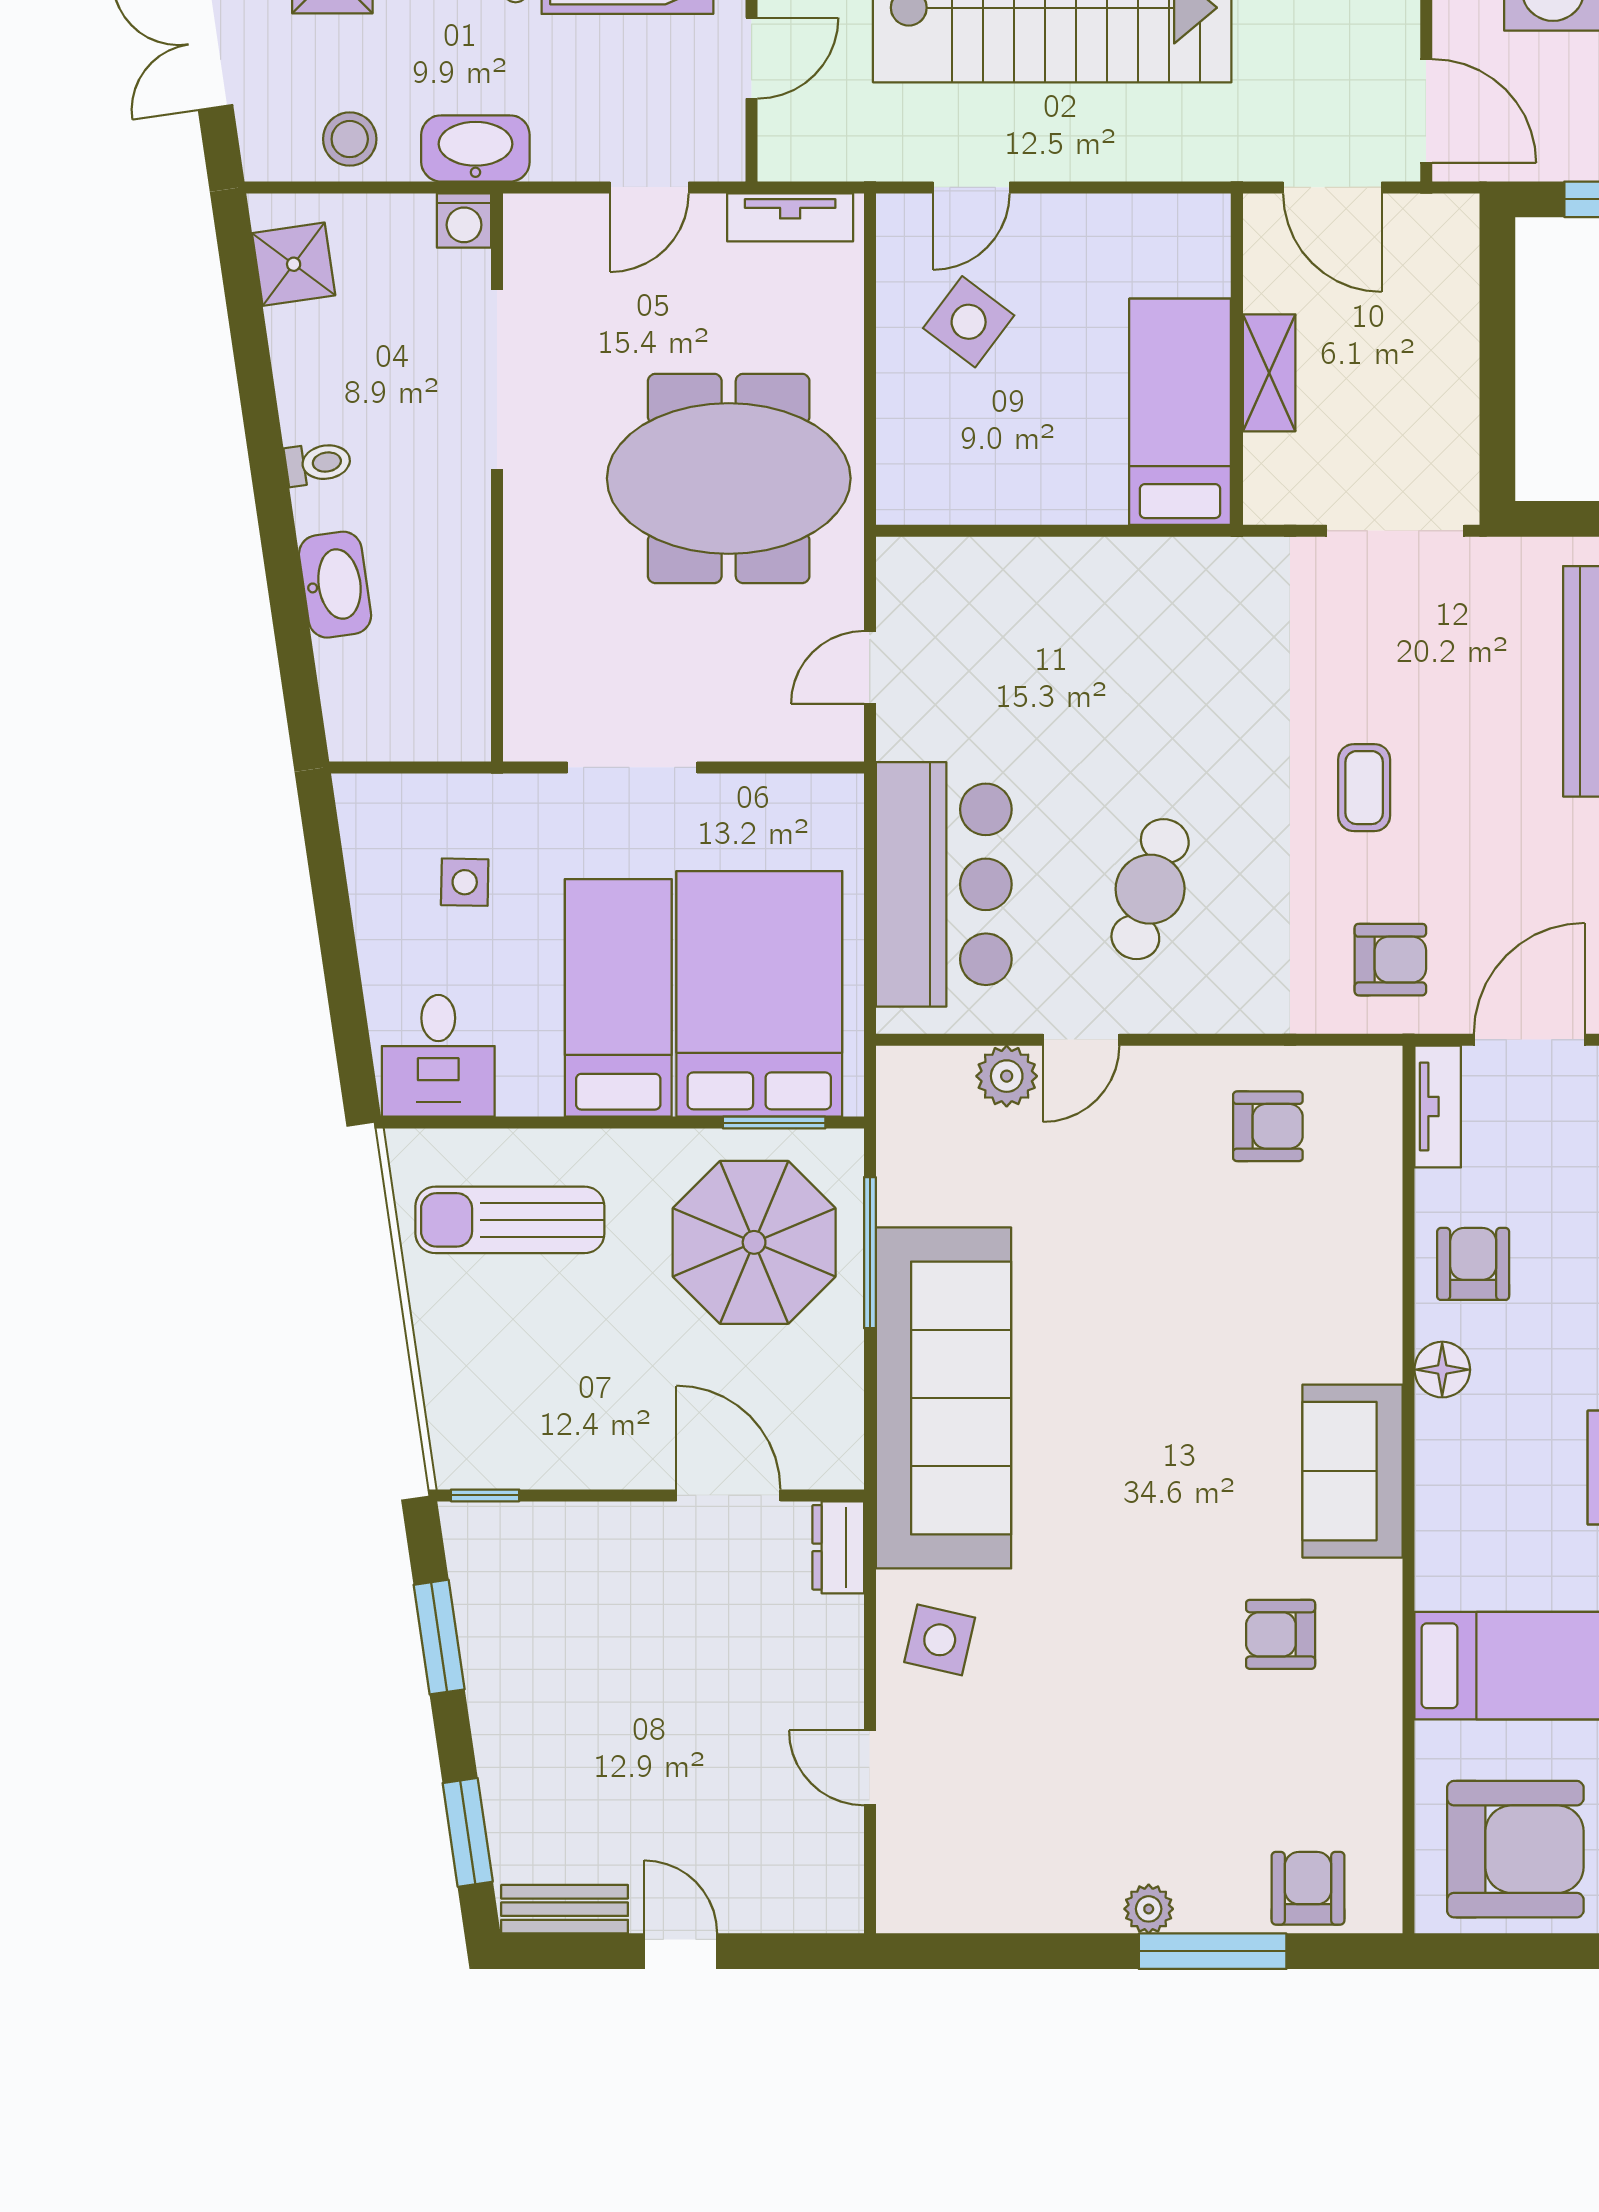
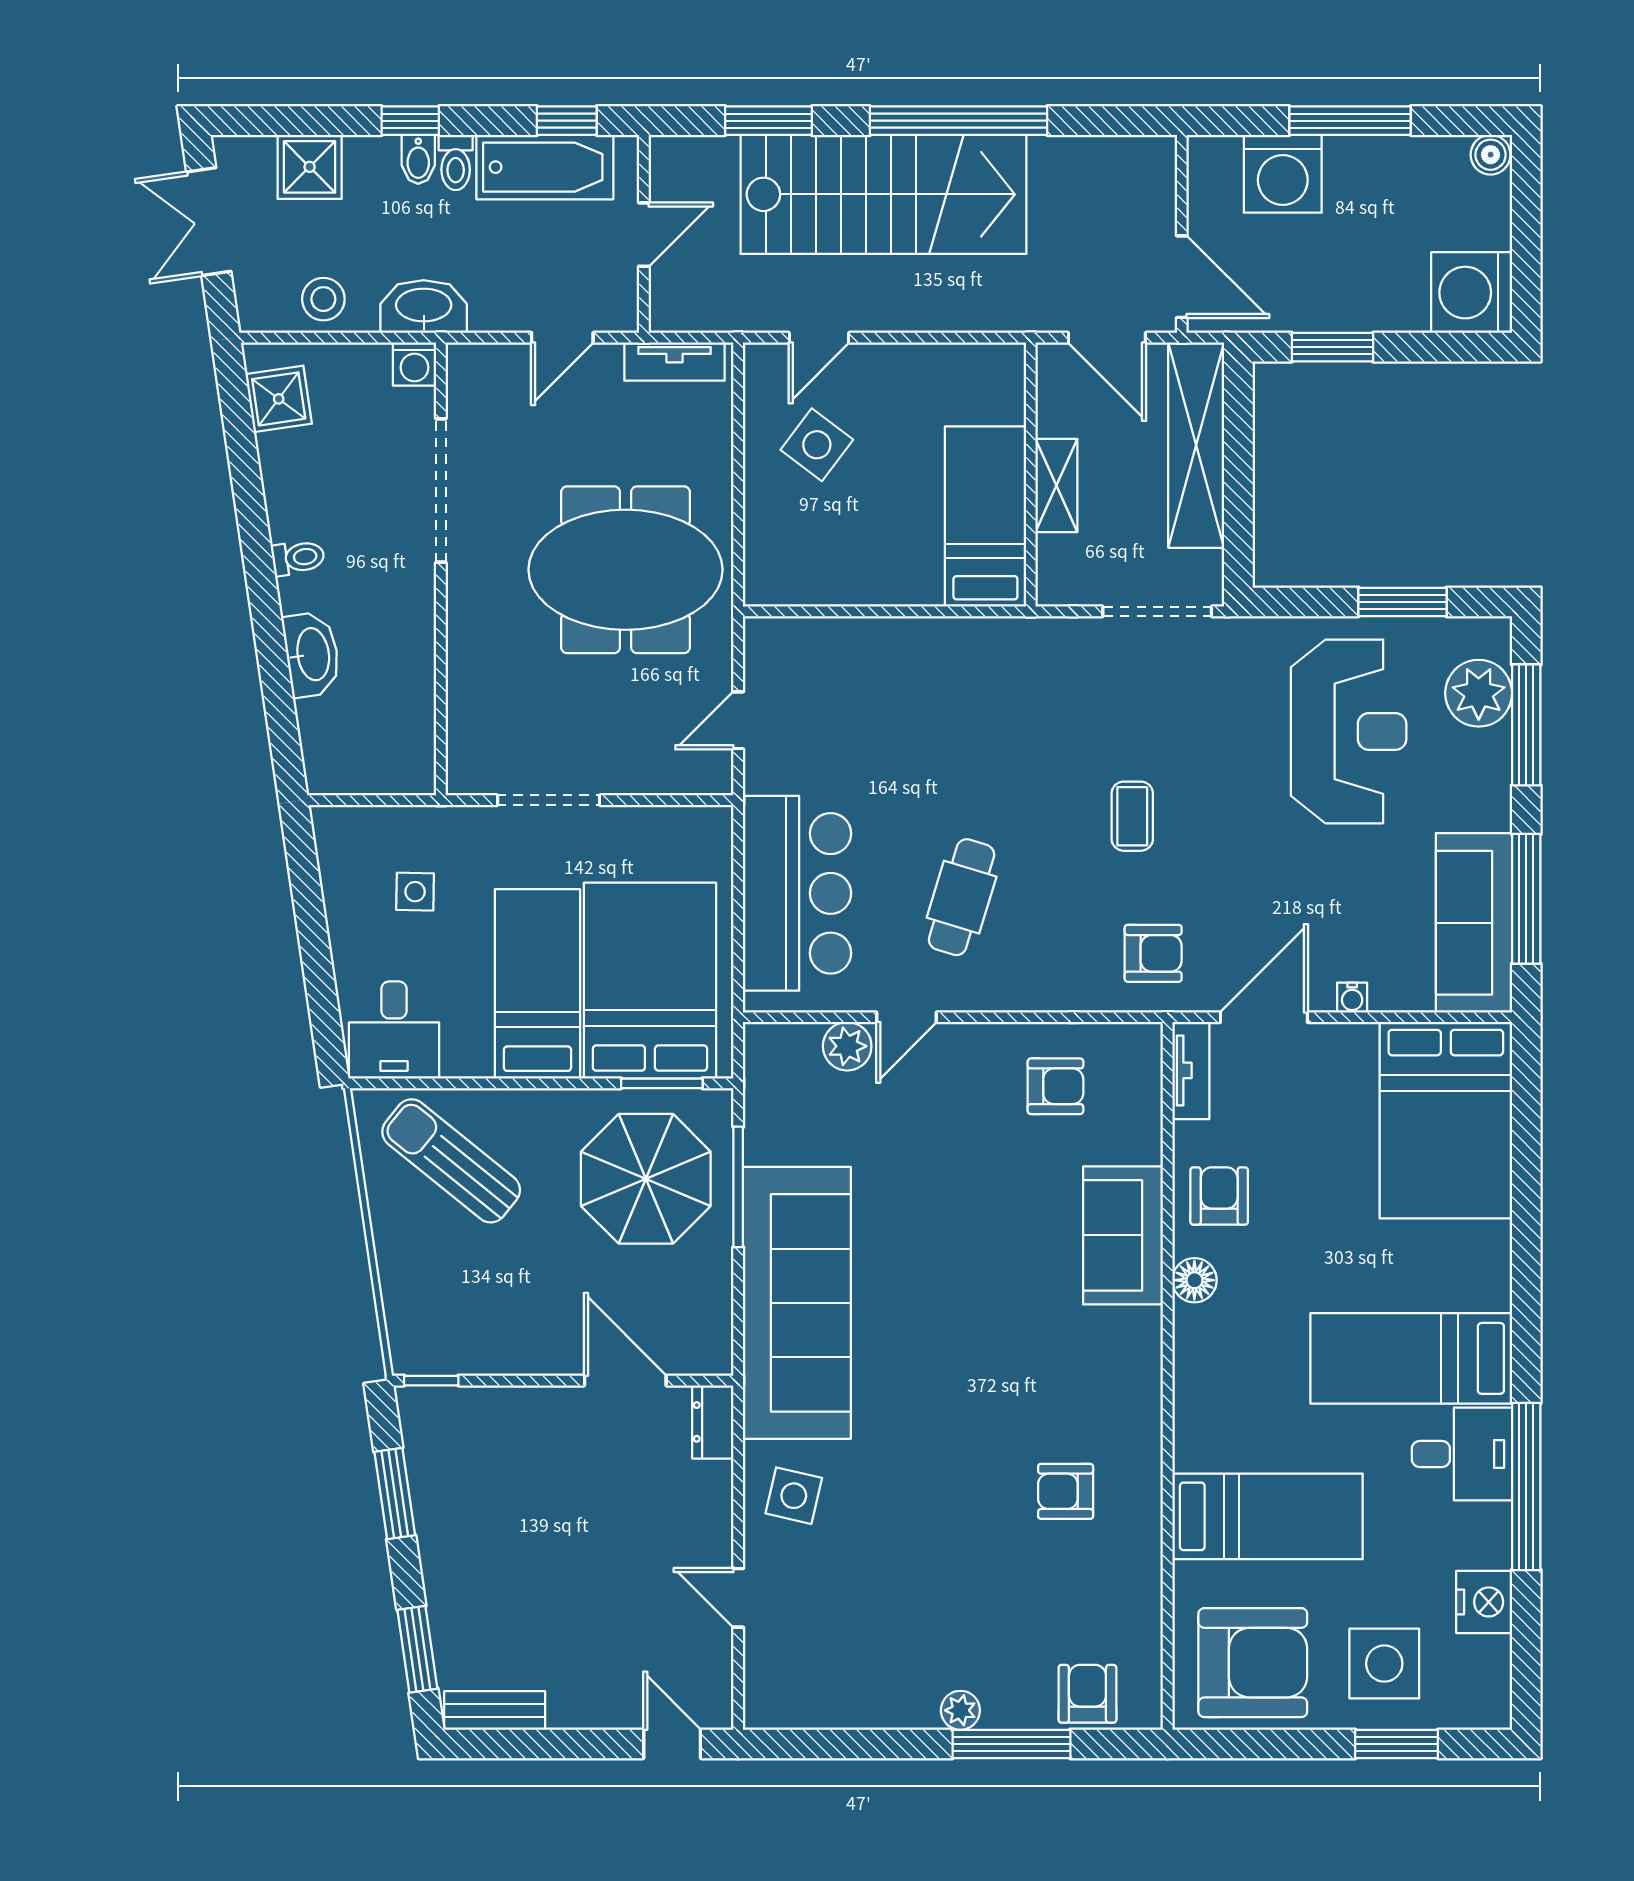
shelving: (1444, 322) -> (1196, 445), added
sun lounger: (510, 1220) -> (451, 1161), turned 39
sofa: (1353, 1471) -> (1123, 1235), moved
door: (681, 1951) -> (672, 1744), moved

